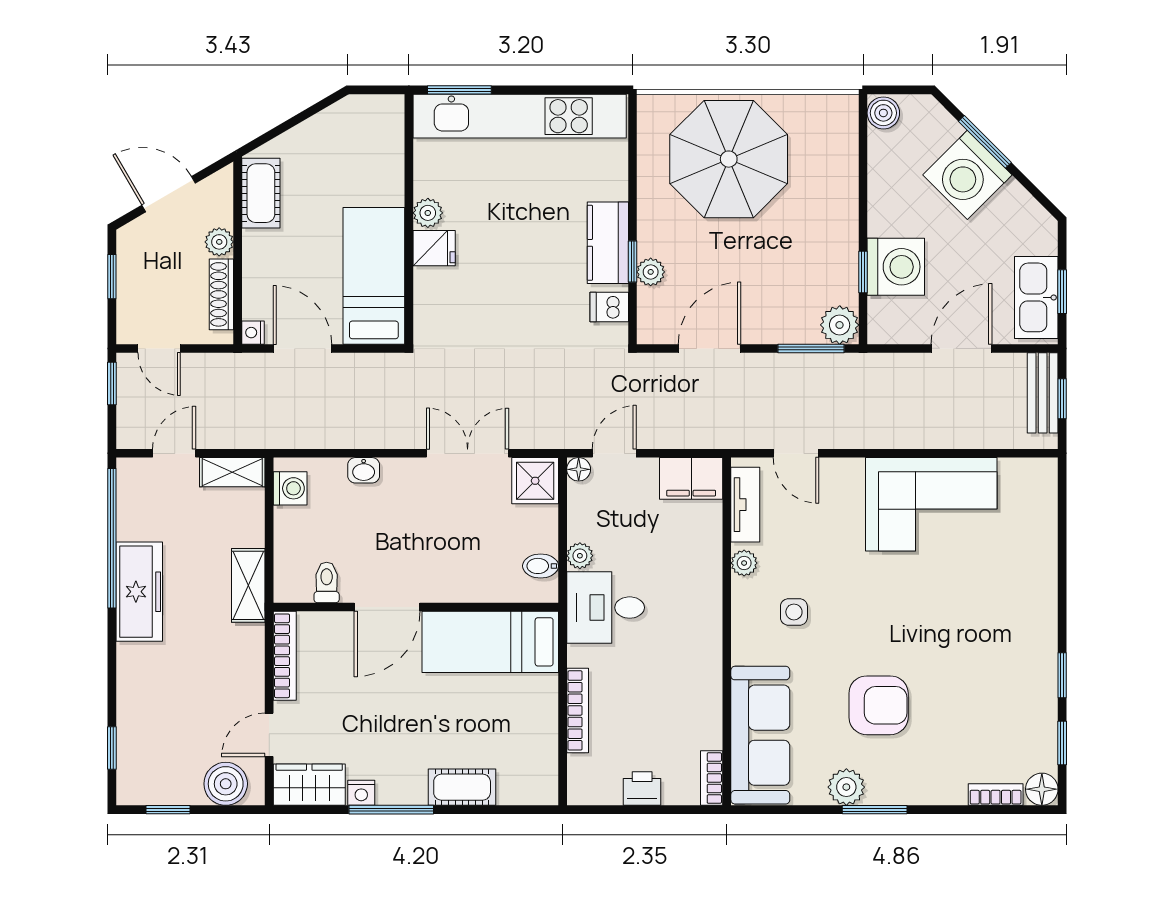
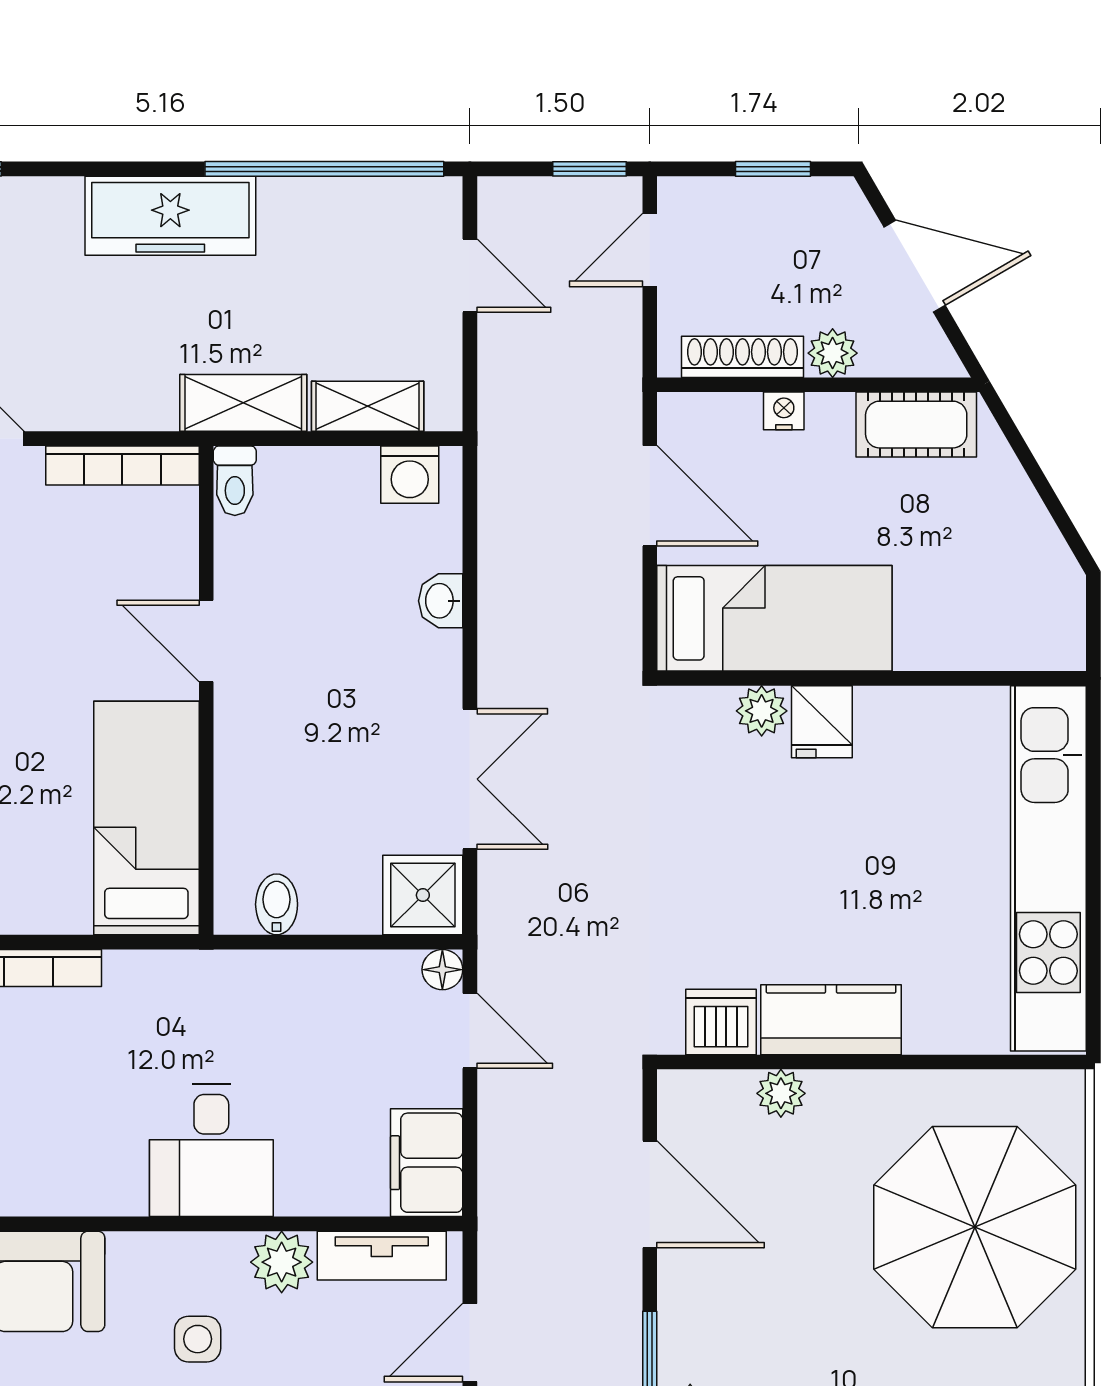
window: (459, 90) -> (1093, 765), removed
door: (169, 194) -> (915, 266), hinge flipped
plant: (428, 213) -> (762, 711), moved
window: (632, 262) -> (799, 1062), removed
dishwasher: (609, 307) -> (721, 1022), width x1.38
nightstand: (253, 333) -> (784, 411), moved
door: (302, 348) -> (650, 496), hinge flipped
shelving: (232, 472) -> (368, 406), moved, turned 90
plant: (580, 556) -> (294, 972), removed
plant: (744, 563) -> (282, 1262), width x1.38, depth x1.38
toilet: (327, 582) -> (235, 481), moved, turned 90
freezer: (139, 592) -> (170, 216), moved
door: (387, 607) -> (206, 641), width x0.73
desk: (606, 608) -> (211, 1150), moved, turned 180

